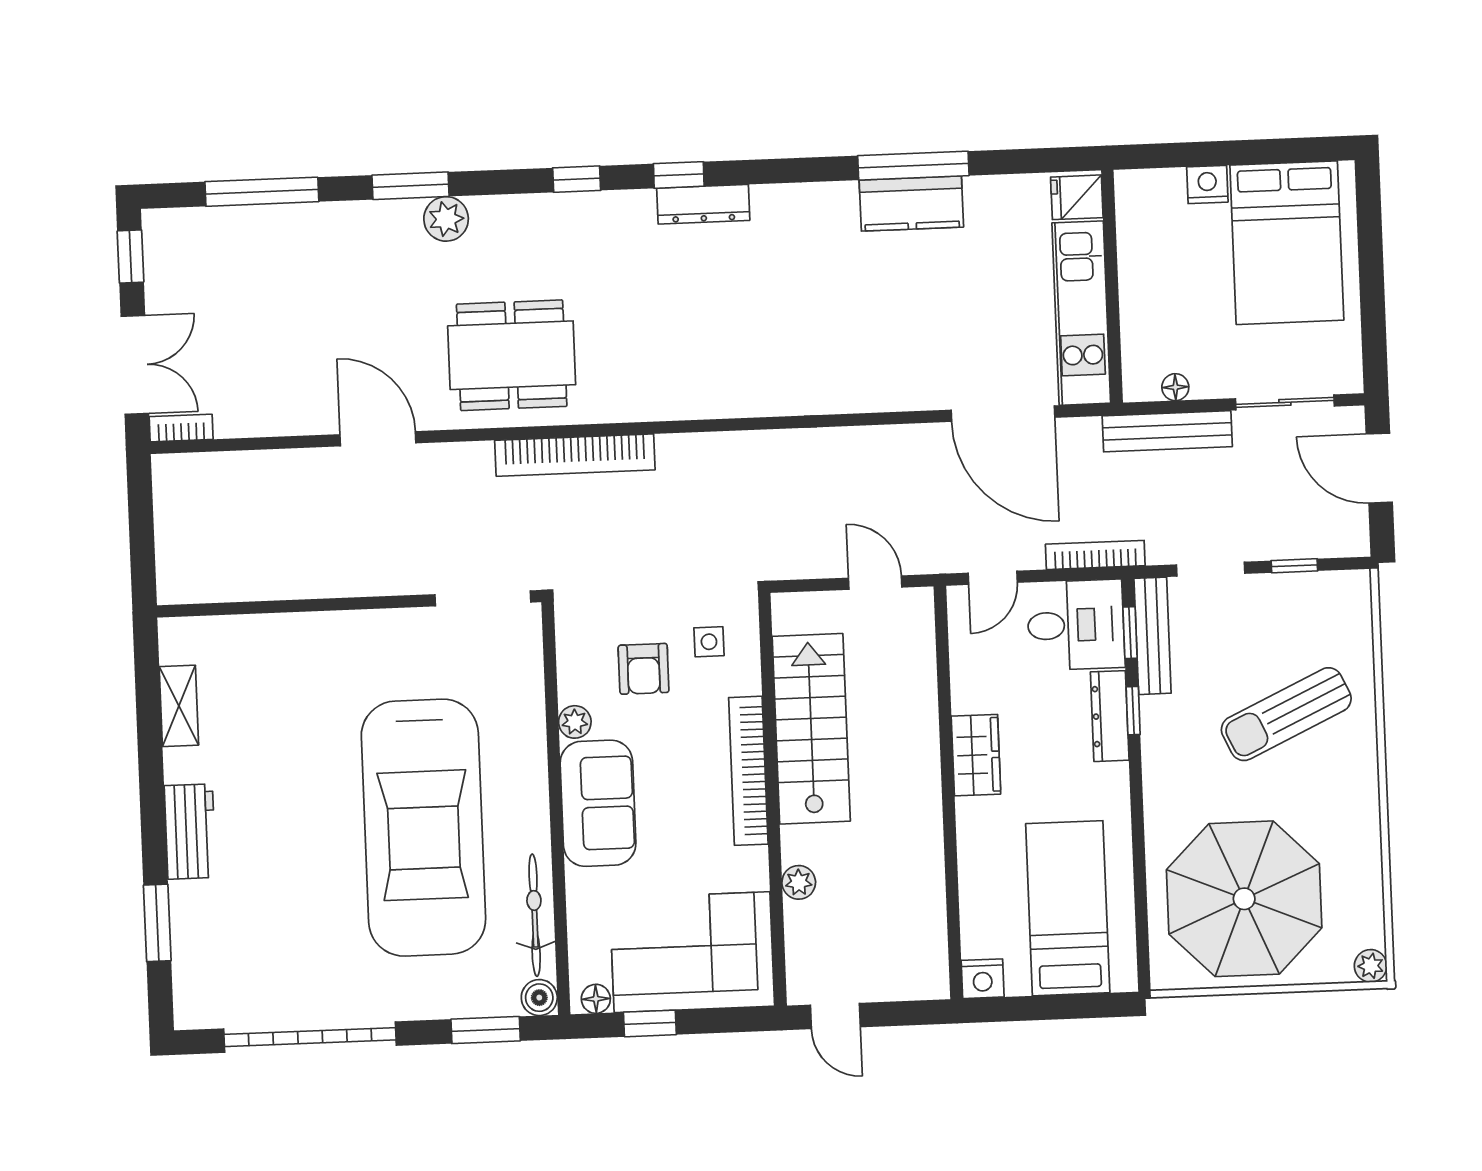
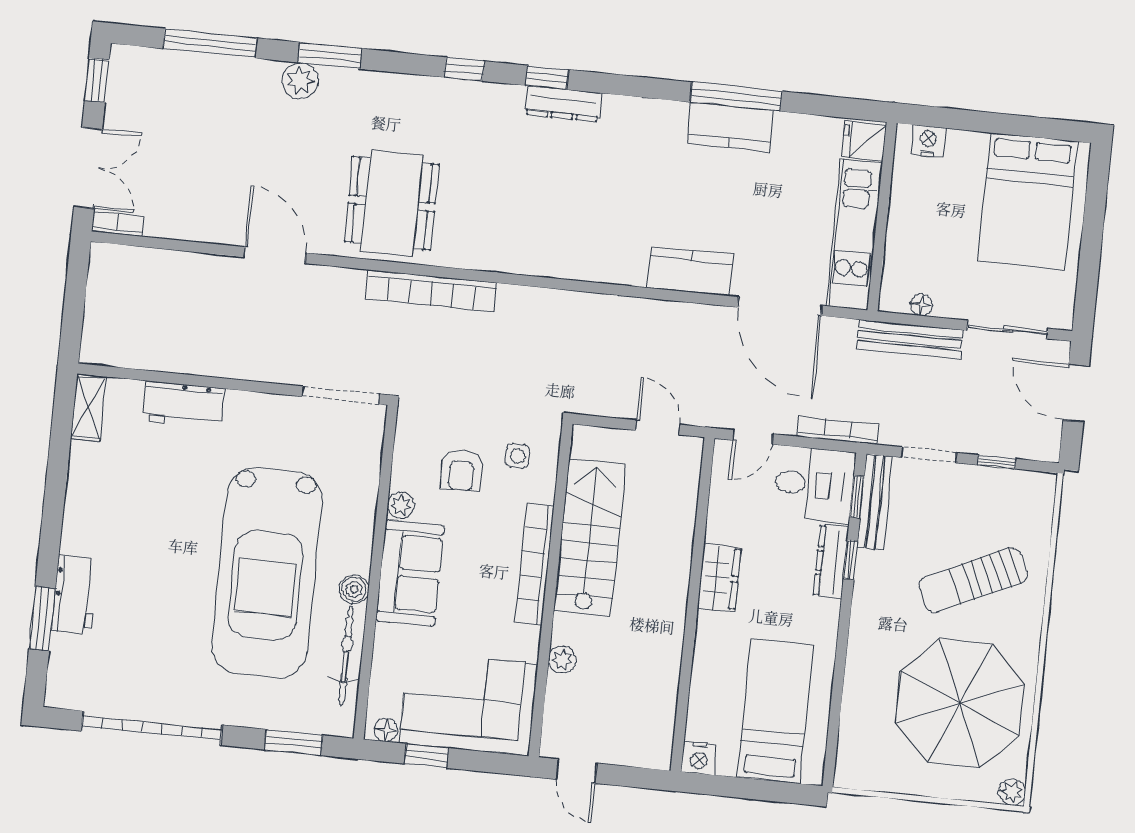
nightstand: (1207, 184) -> (928, 141), moved
plant: (446, 219) -> (300, 81), moved
dining table: (512, 355) -> (392, 203), turned 90
kitchen counter: (888, 387) -> (690, 272), added
workbench: (292, 637) -> (183, 405), added
shelving: (179, 706) -> (88, 407), moved
workbench: (190, 832) -> (74, 594), moved
parasol: (1244, 899) -> (960, 704), moved
boiler: (539, 998) -> (354, 589), moved

